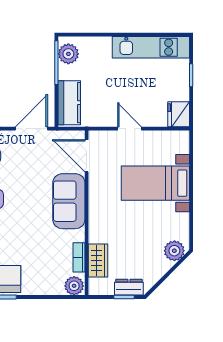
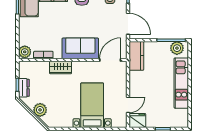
kitchen unit: (151, 47) -> (181, 83), moved
kitchen counter: (69, 103) -> (136, 56), moved, turned -90
door: (129, 129) -> (128, 105), moved
plant: (174, 251) -> (40, 110), moved
wardrobe: (98, 261) -> (61, 68), moved

